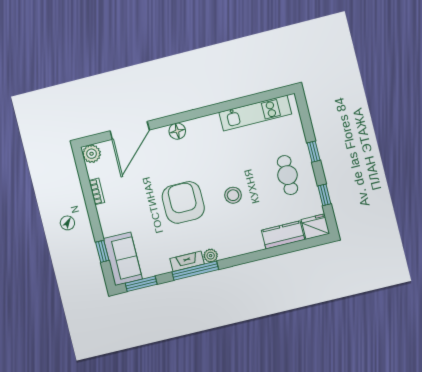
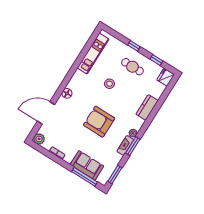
door: (130, 130) -> (46, 113), swing flipped
stool: (233, 195) -> (109, 84), moved
kitchen counter: (283, 235) -> (147, 107), moved
window: (102, 251) -> (84, 177), width x2.17
sofa: (123, 259) -> (87, 165), moved
window: (195, 271) -> (133, 146), width x0.69

